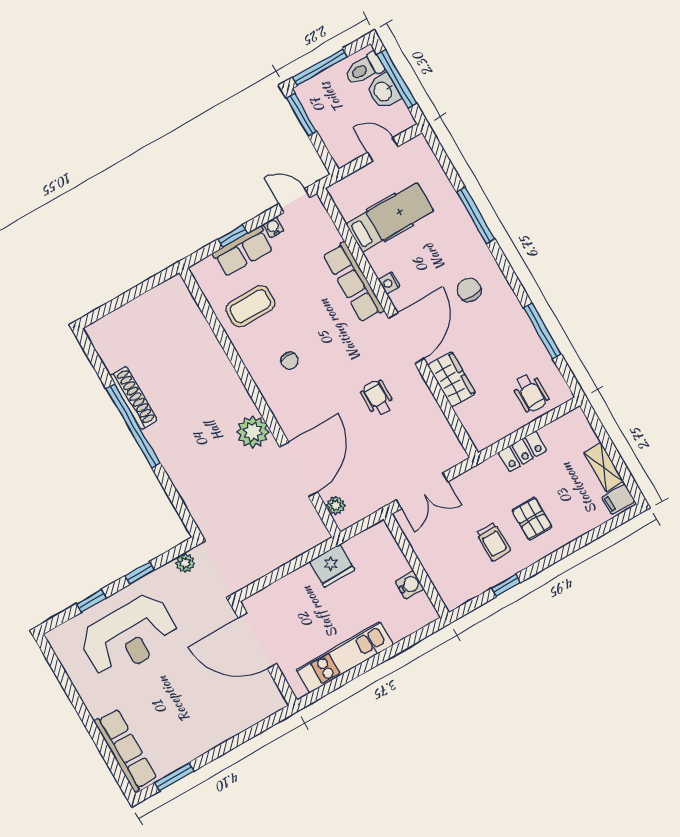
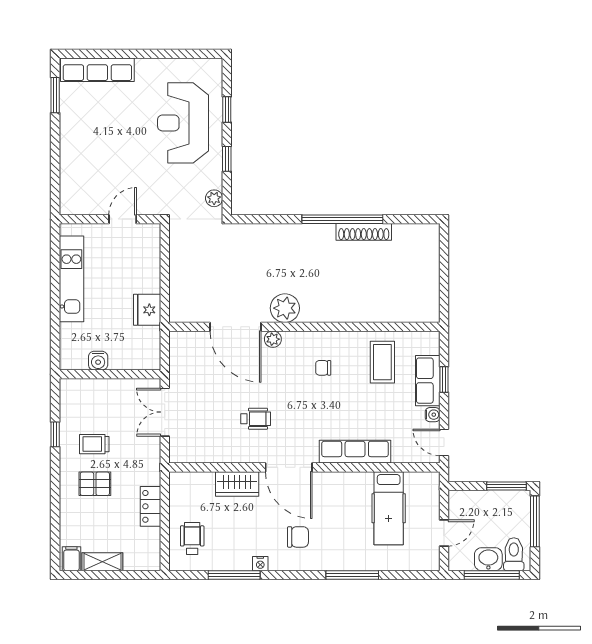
door: (294, 201) -> (444, 442), swing flipped
nightstand: (389, 283) -> (260, 564), moved, turned 180
wheelchair: (530, 393) -> (192, 538), turned 90
plant: (336, 506) -> (273, 339), moved
door: (257, 641) -> (123, 219), width x0.53

